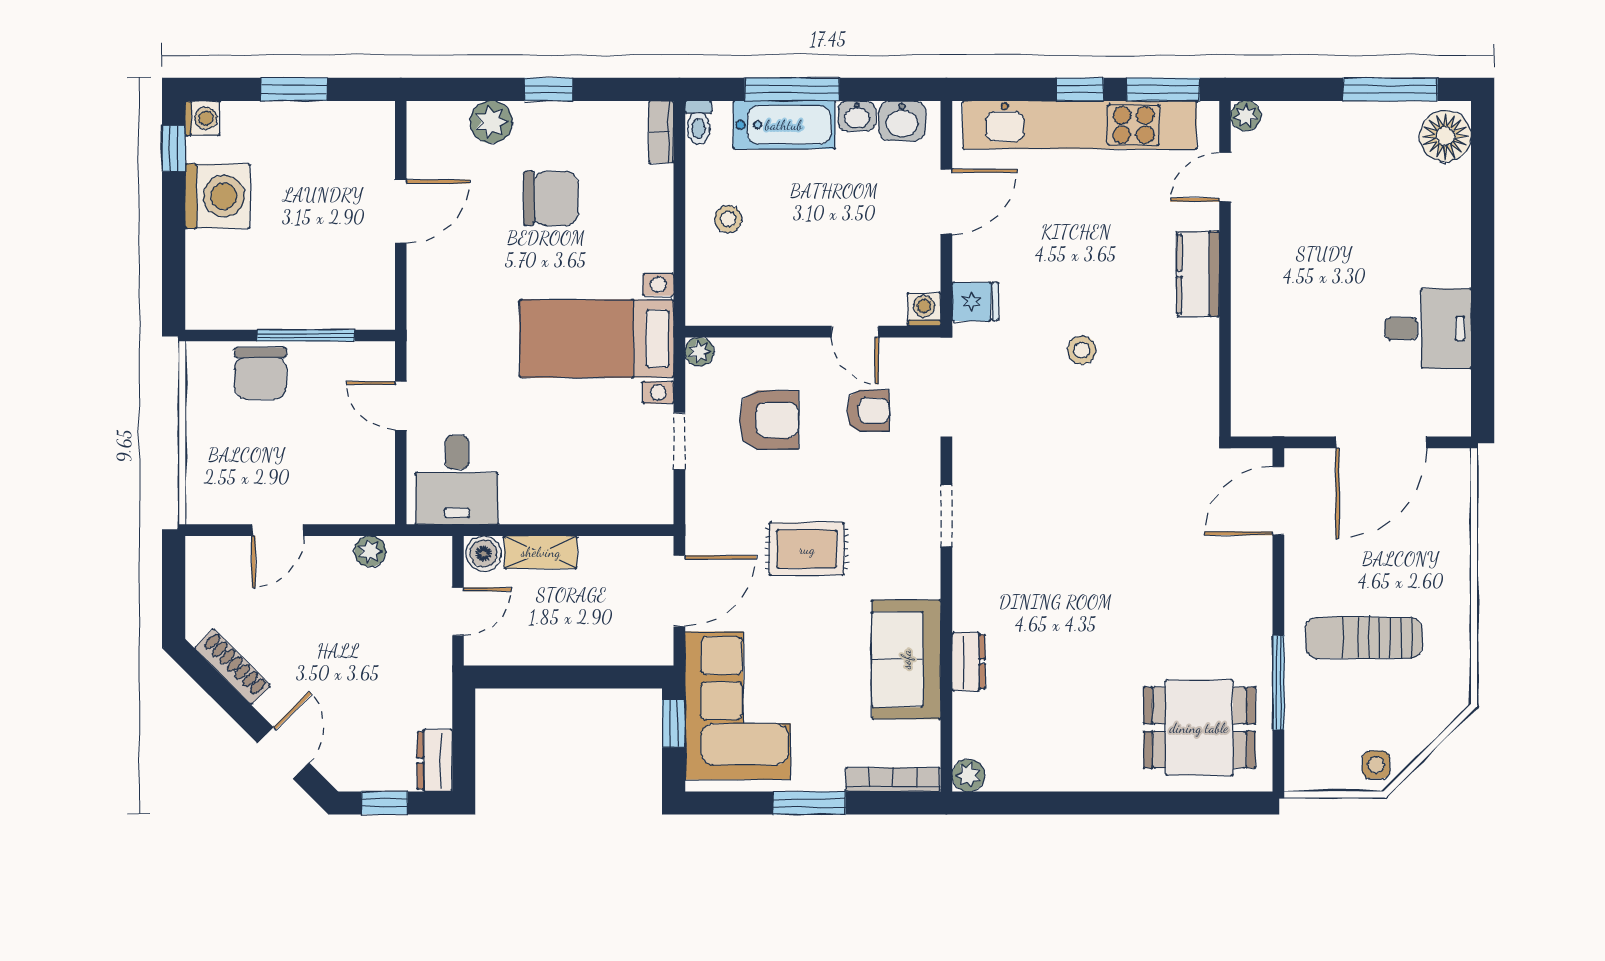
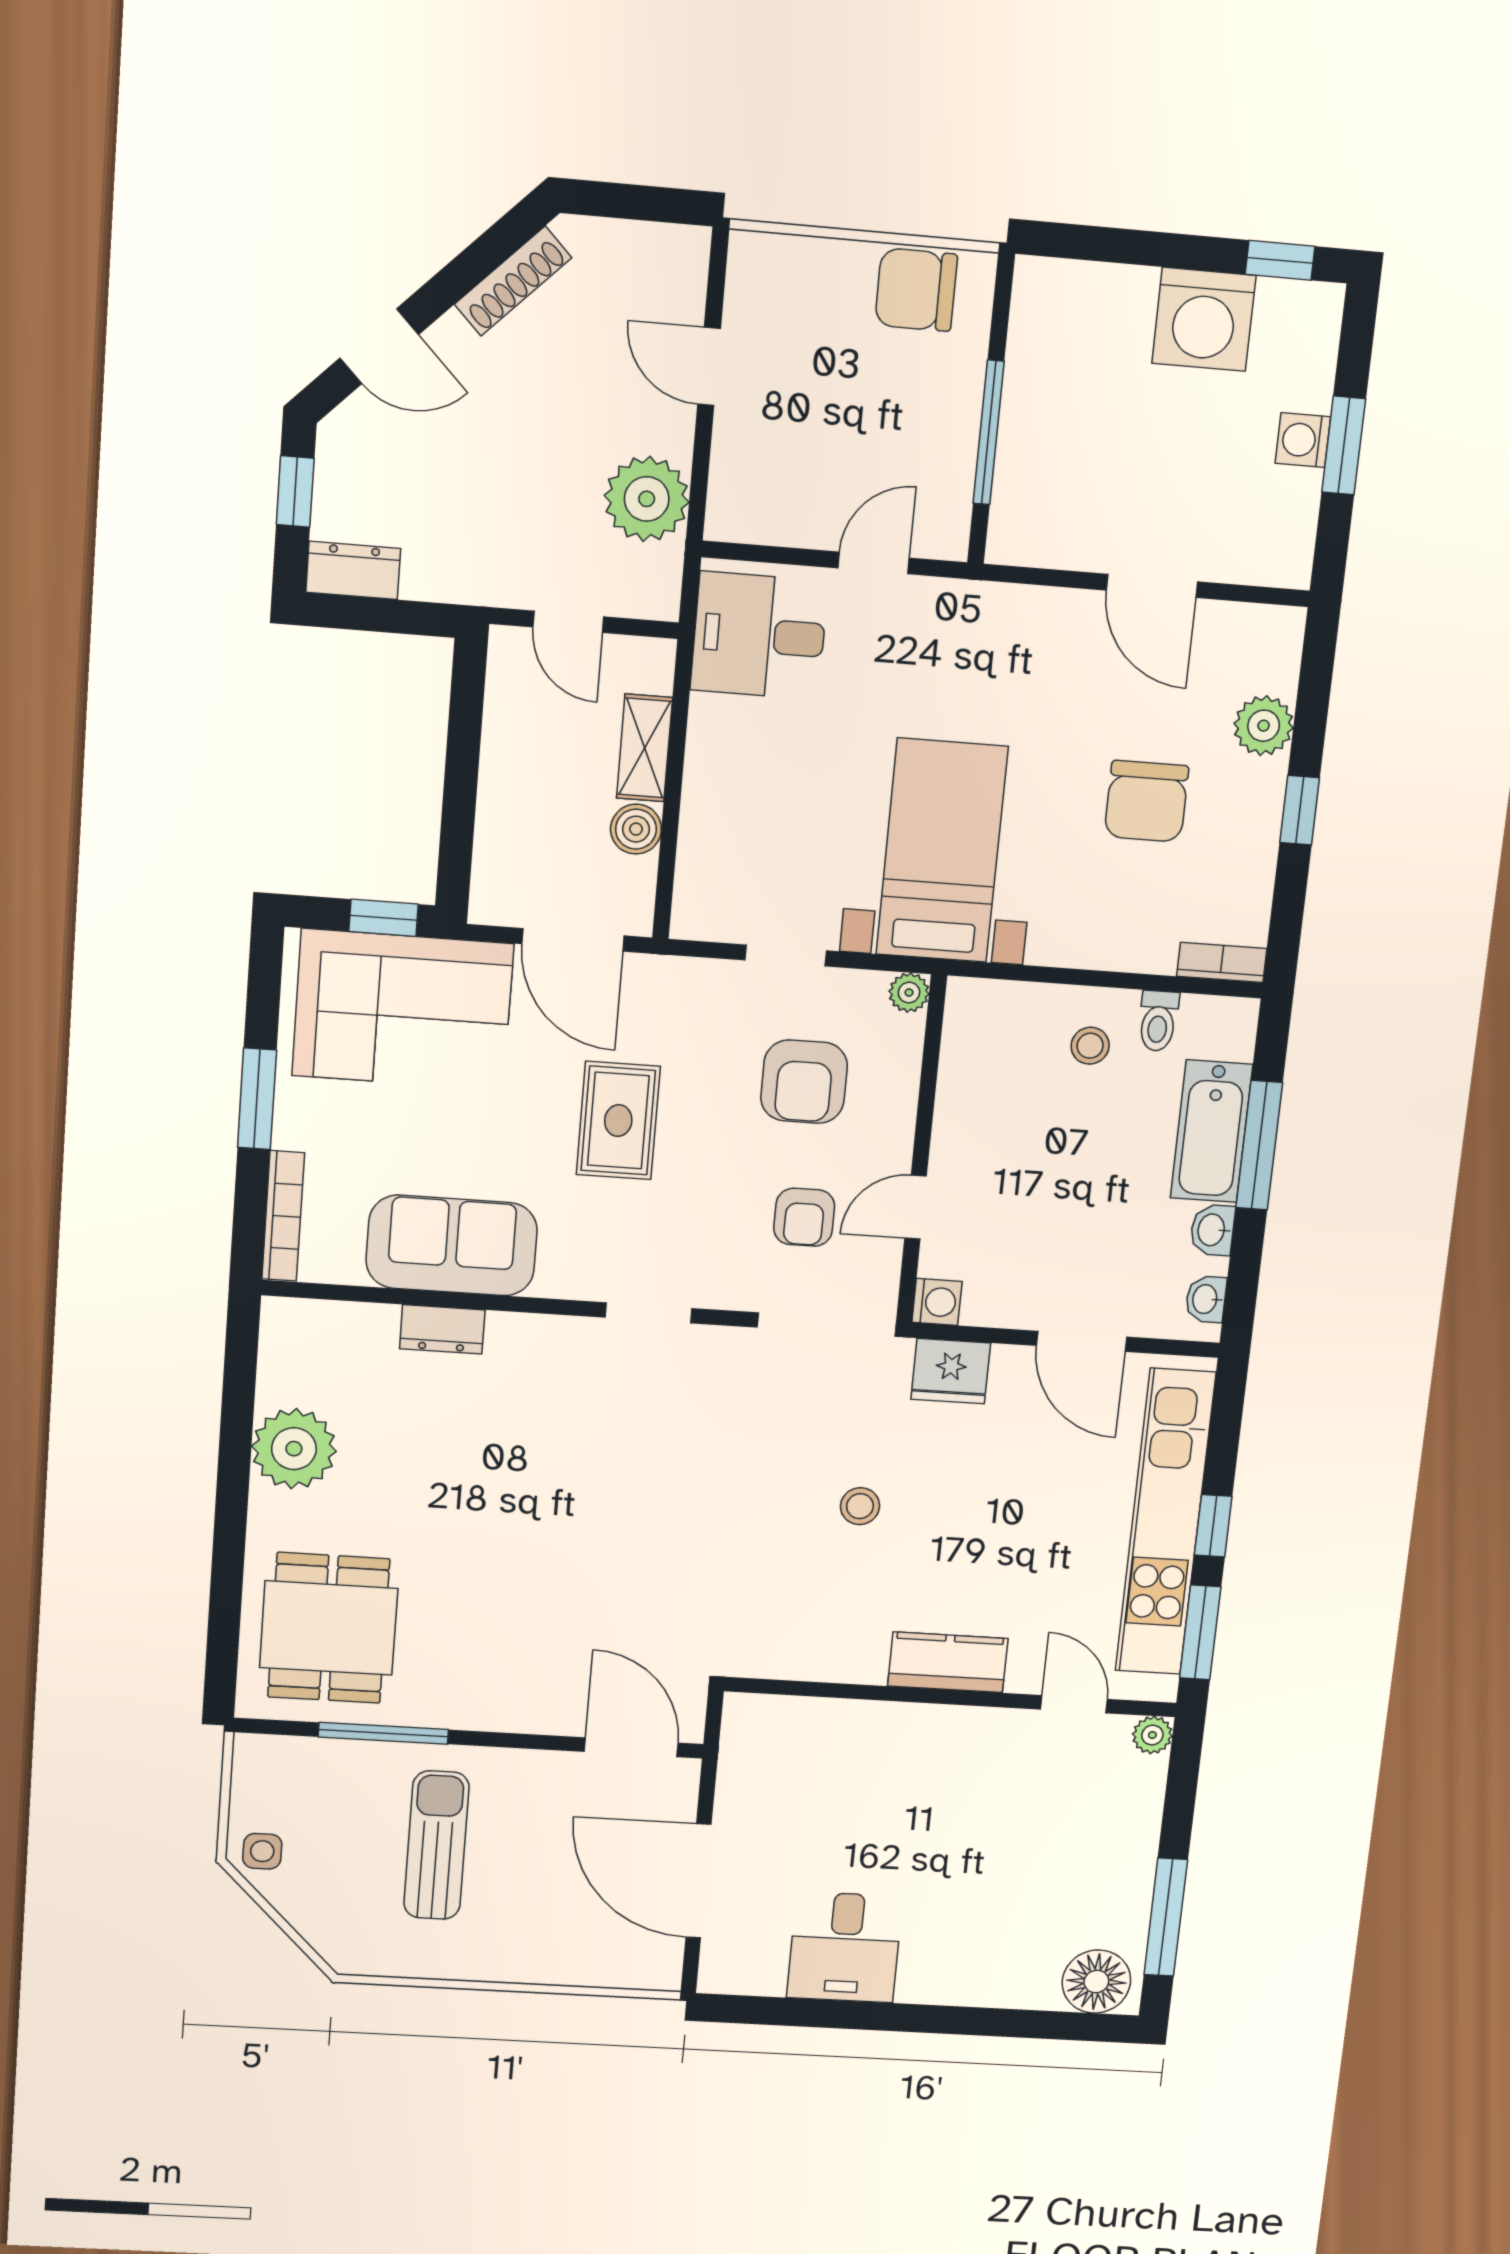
washing machine: (202, 118) -> (1303, 440), moved, turned 90
washbasin: (902, 121) -> (1206, 1299), width x0.72, depth x0.69
toilet: (698, 122) -> (1158, 1021), moved, turned -90
fridge: (975, 302) -> (951, 1371), width x1.38
chair: (260, 373) -> (916, 290), moved
plant: (370, 551) -> (647, 499), width x1.88, depth x1.88
boiler: (484, 553) -> (636, 829), moved
plant: (968, 775) -> (294, 1449), moved, width x1.88, depth x1.88

